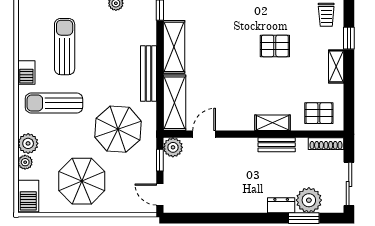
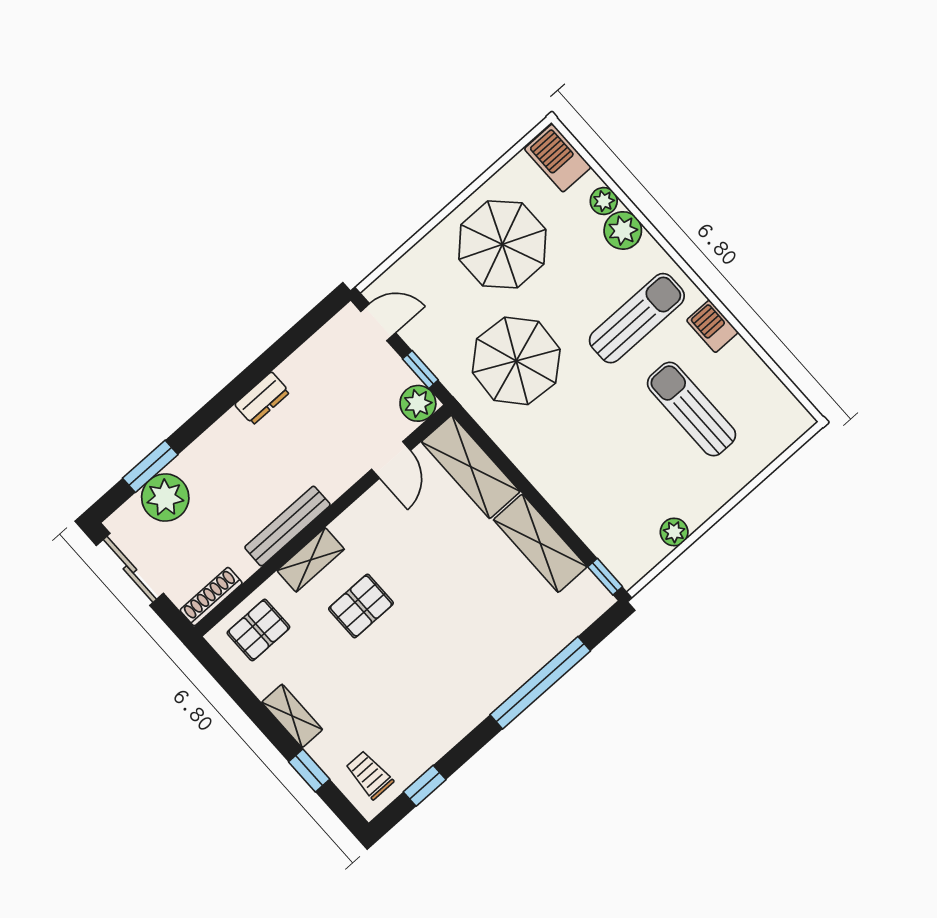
pallet: (275, 46) -> (361, 606), moved
sun lounger: (65, 47) -> (692, 409), turned 180
bench: (148, 73) -> (543, 475), removed
bench: (277, 145) -> (287, 526), width x1.36
dresser: (281, 205) -> (262, 398), moved

